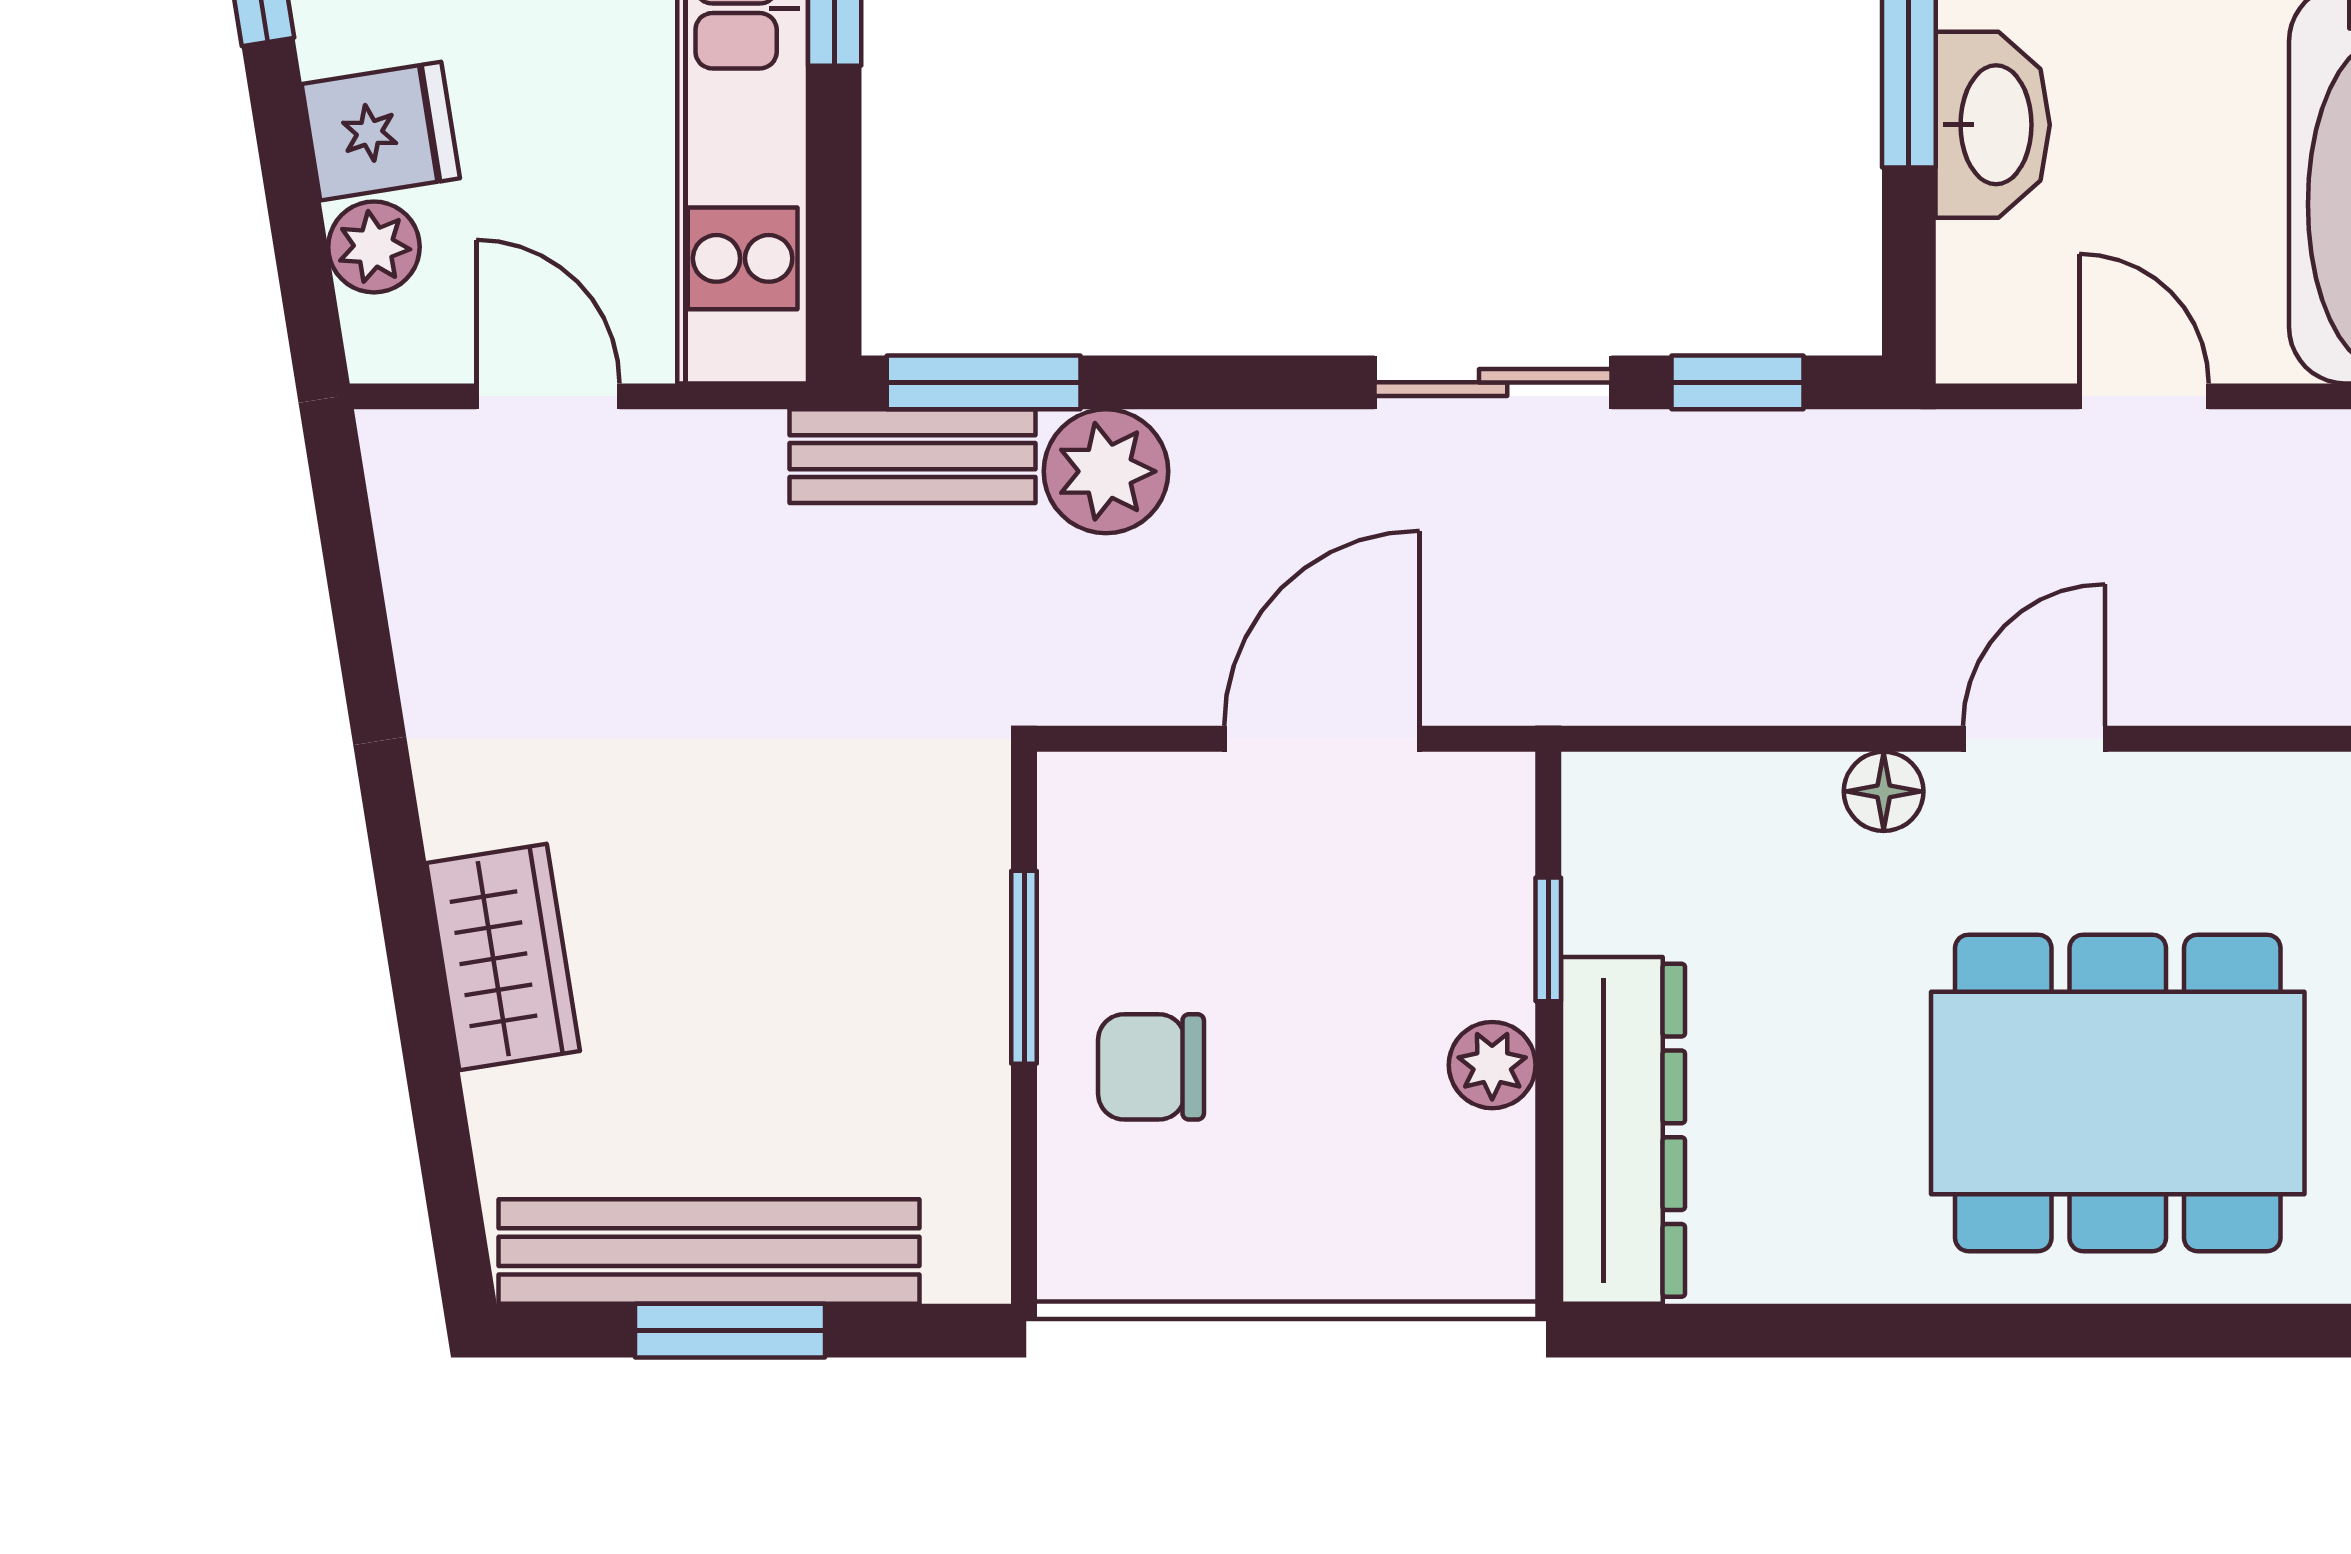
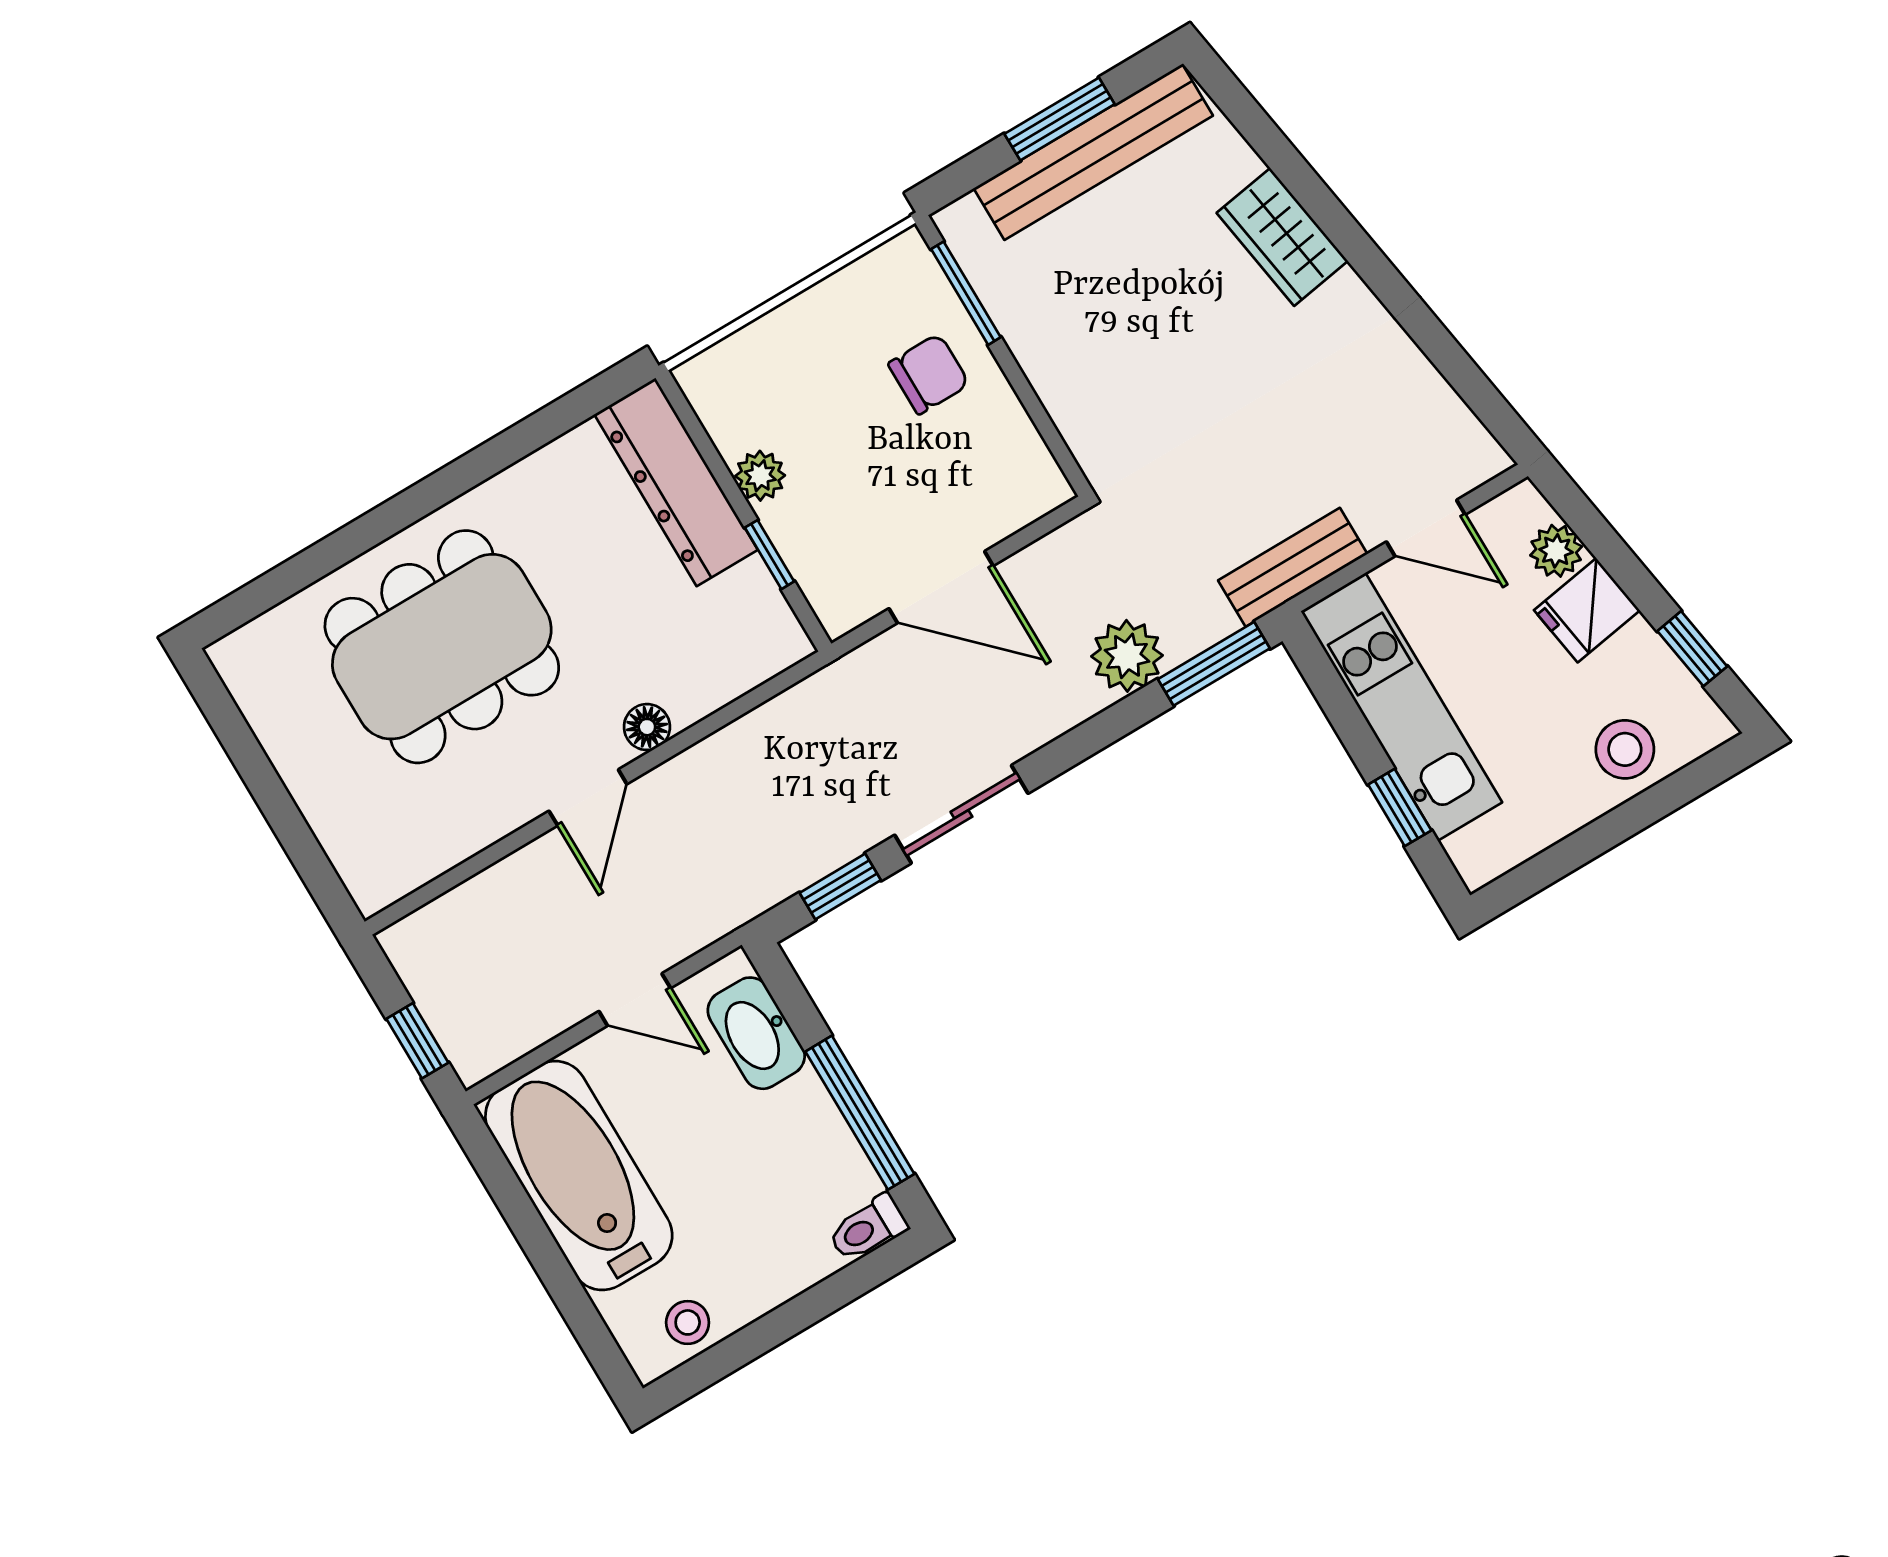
washbasin: (1993, 125) -> (756, 1033), moved
bench: (912, 456) -> (1293, 567), moved
door: (1322, 739) -> (941, 587), hinge flipped
window: (1024, 967) -> (966, 293), moved

